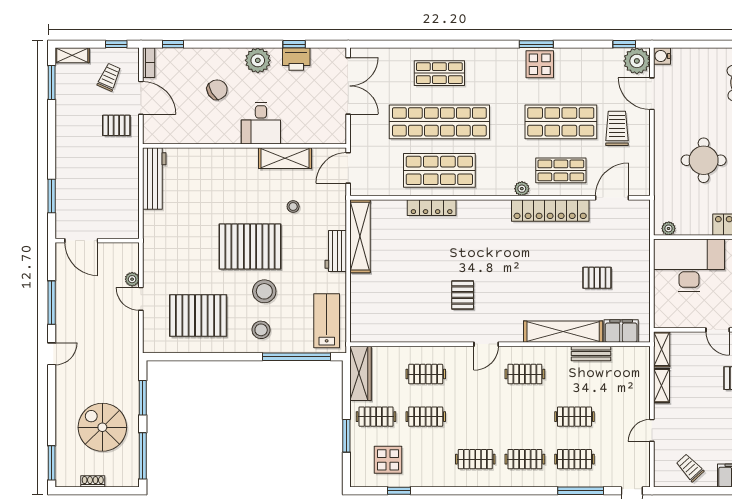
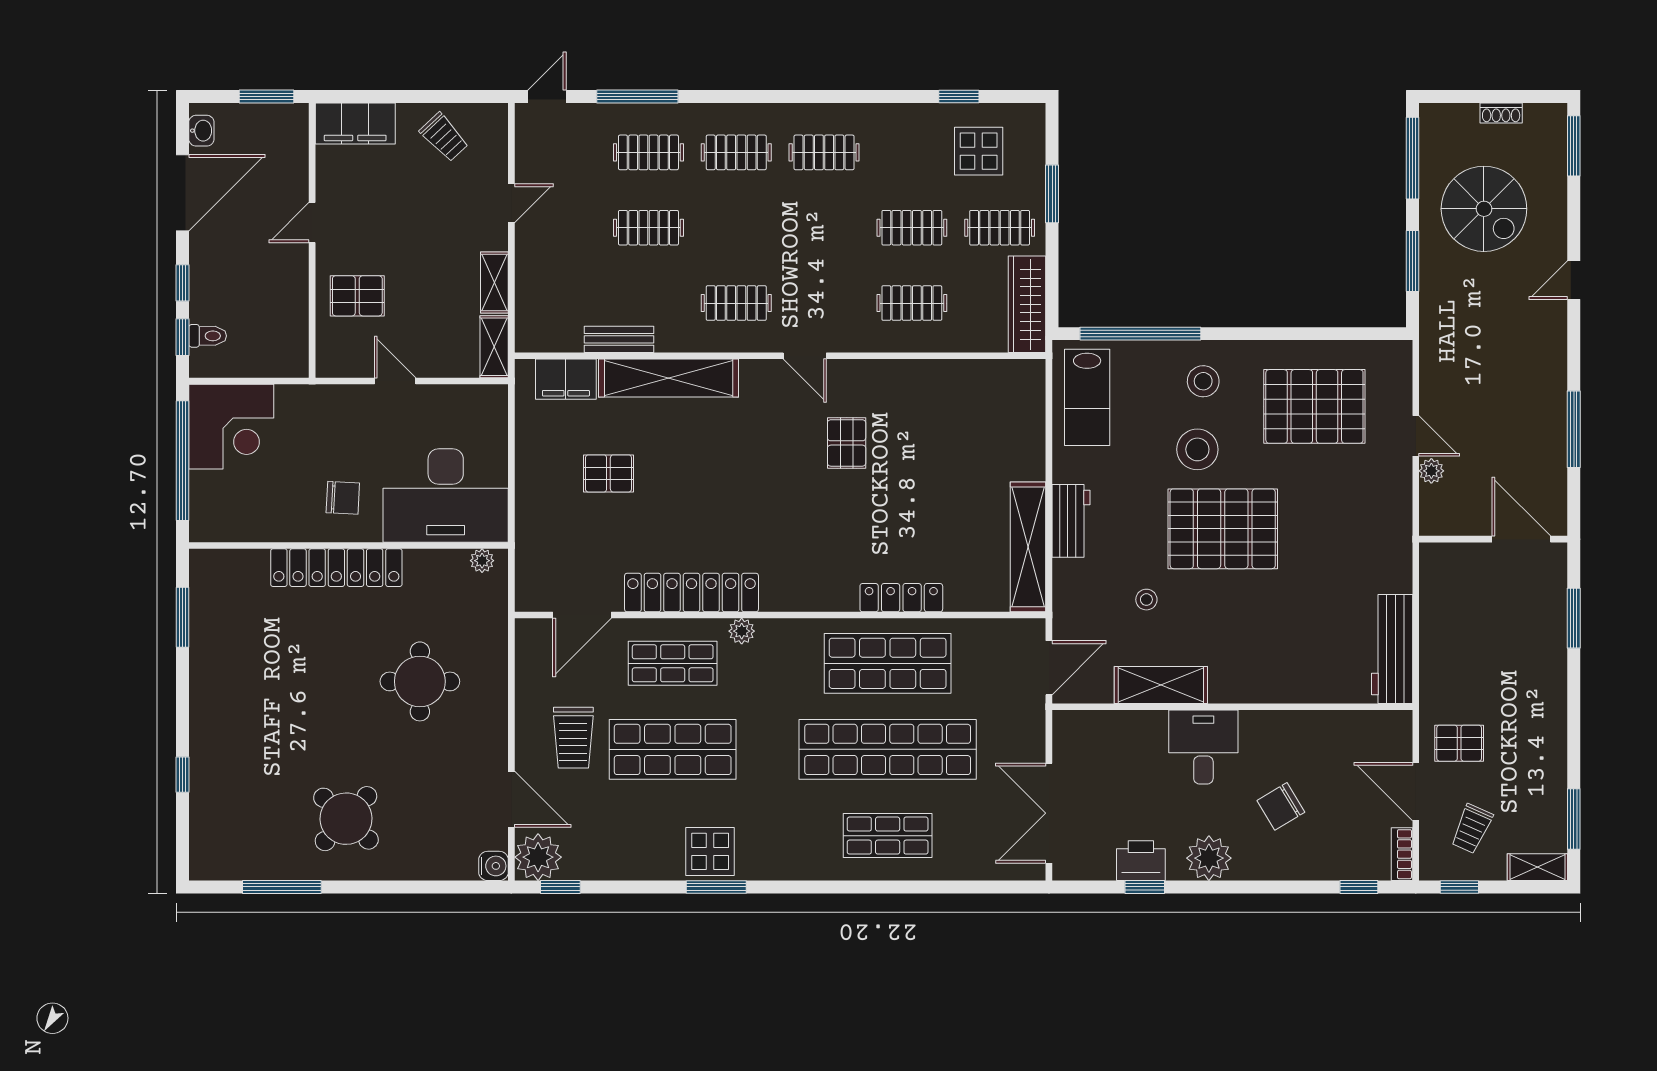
door: (486, 344) -> (805, 356), swing flipped
door: (52, 354) -> (1574, 280), moved

